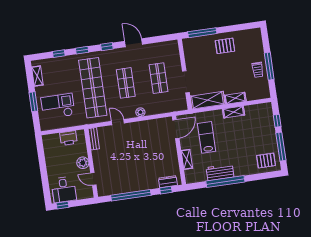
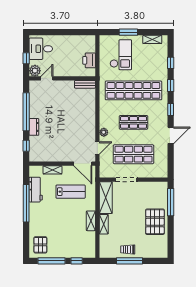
pallet: (225, 46) -> (155, 222), width x1.50, depth x1.42
shop shelf: (159, 78) -> (133, 154), width x1.43, depth x1.36
door: (118, 122) -> (97, 148), moved
plant: (83, 163) -> (35, 71), moved
workbench: (220, 172) -> (36, 190), moved
dresser: (168, 182) -> (34, 127), moved
window: (62, 205) -> (26, 58), moved

